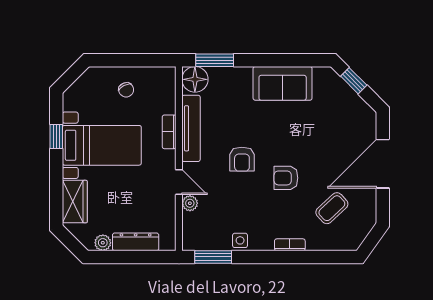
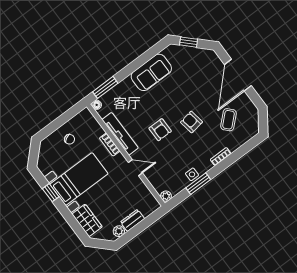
floor lamp: (195, 79) -> (97, 105), width x0.53, depth x0.53
armchair: (286, 178) -> (191, 122), turned 81
plant: (190, 203) -> (166, 196), moved
dresser: (136, 242) -> (132, 220), width x0.70
window: (213, 257) -> (198, 184), moved

